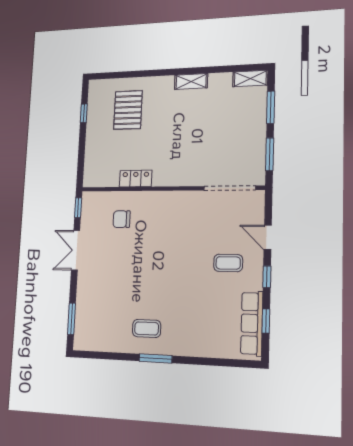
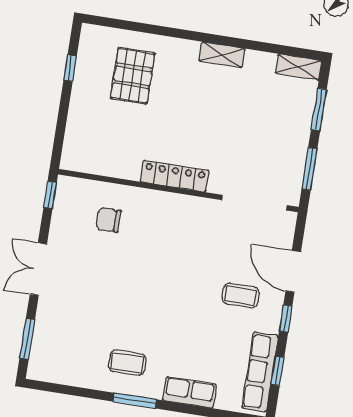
locker: (136, 179) -> (175, 176), moved, width x1.53
door: (268, 237) -> (293, 271), width x1.38
double door: (76, 250) -> (38, 269), moved
row of seats: (197, 347) -> (190, 392), added

